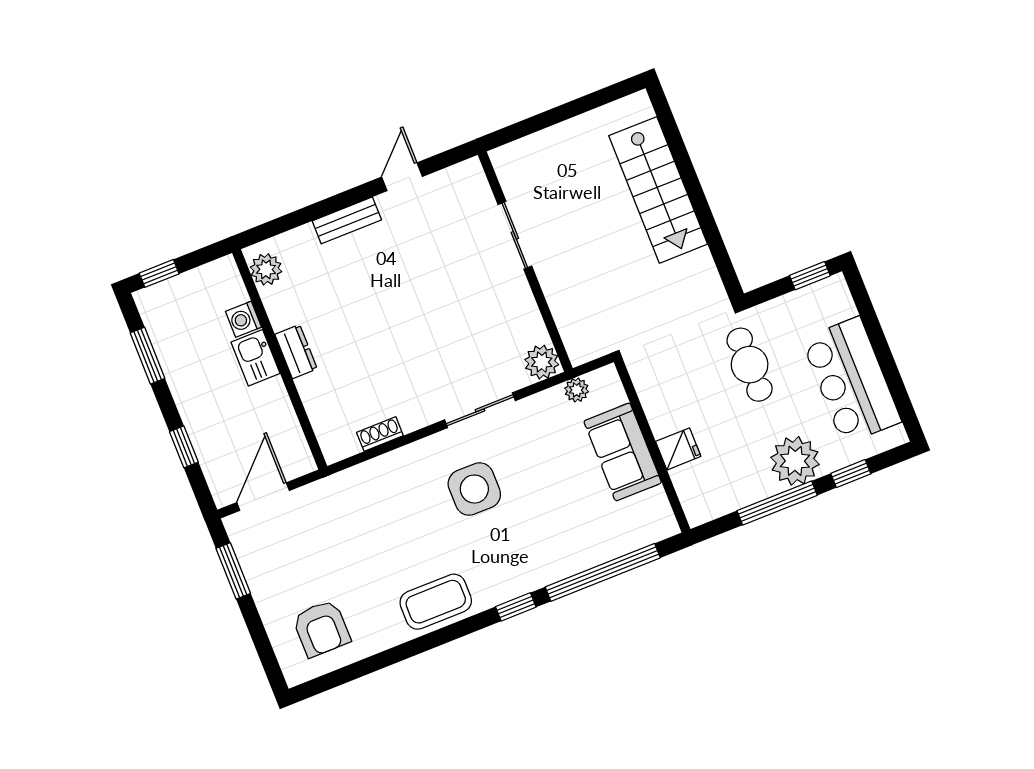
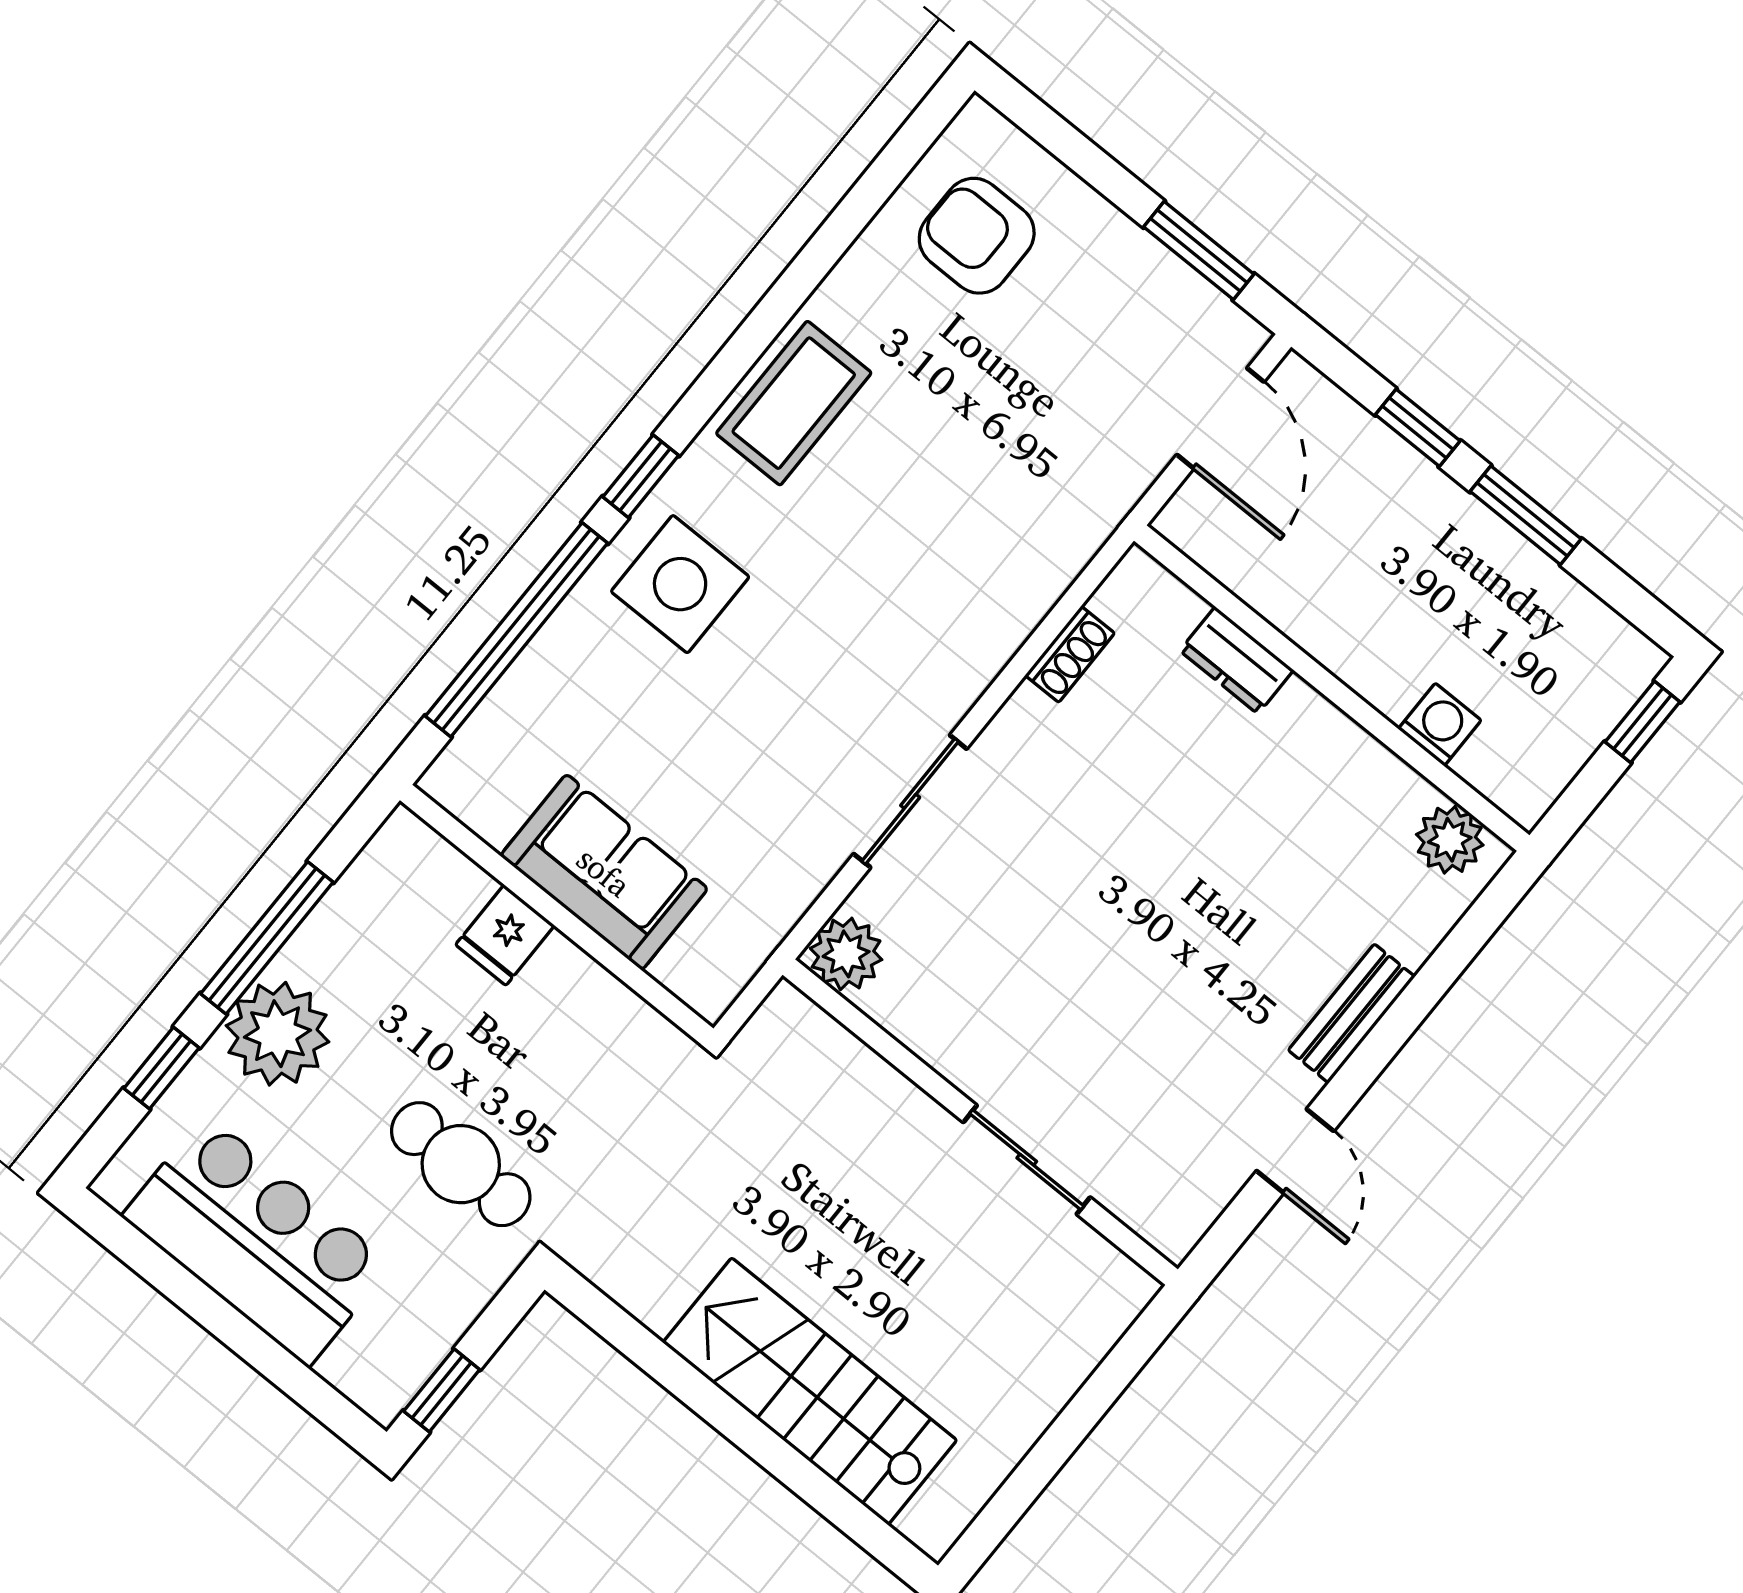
dresser: (296, 352) -> (1237, 660), moved
window: (148, 356) -> (1526, 515), moved
kitchen sink: (255, 358) -> (1378, 666), removed
plant: (577, 390) -> (753, 939), removed
side table: (474, 489) -> (680, 584), moved

